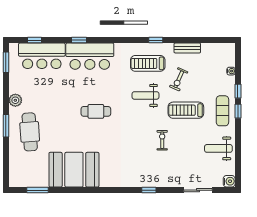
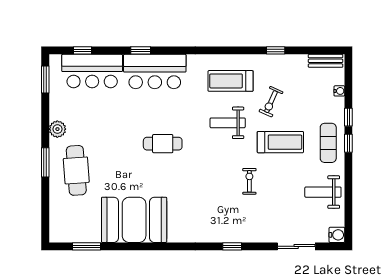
window: (156, 40) -> (276, 50), moved
bench: (187, 48) -> (326, 61), moved
treadmill: (186, 110) -> (280, 142), turned 180

